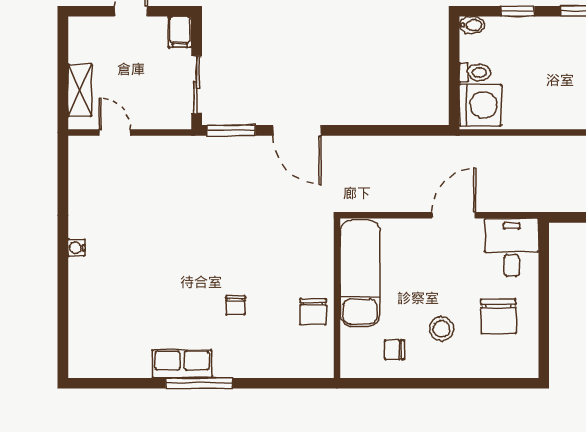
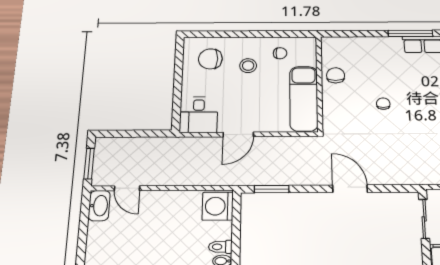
toilet: (475, 72) -> (220, 247), moved
window: (231, 130) -> (272, 189), moved
chair: (236, 305) -> (383, 104), moved
chair: (498, 316) -> (210, 59), moved, turned -90

